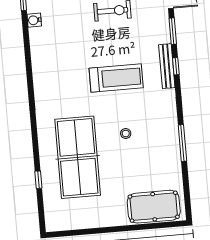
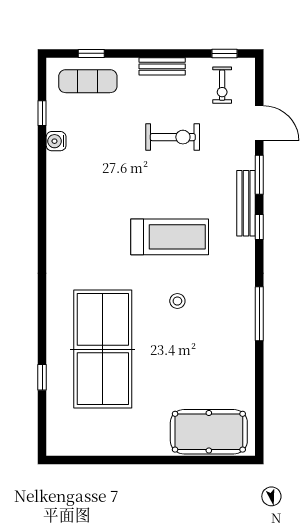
bench: (167, 66) -> (246, 203), moved
stool: (126, 133) -> (177, 301), moved
window: (182, 143) -> (259, 314), moved

